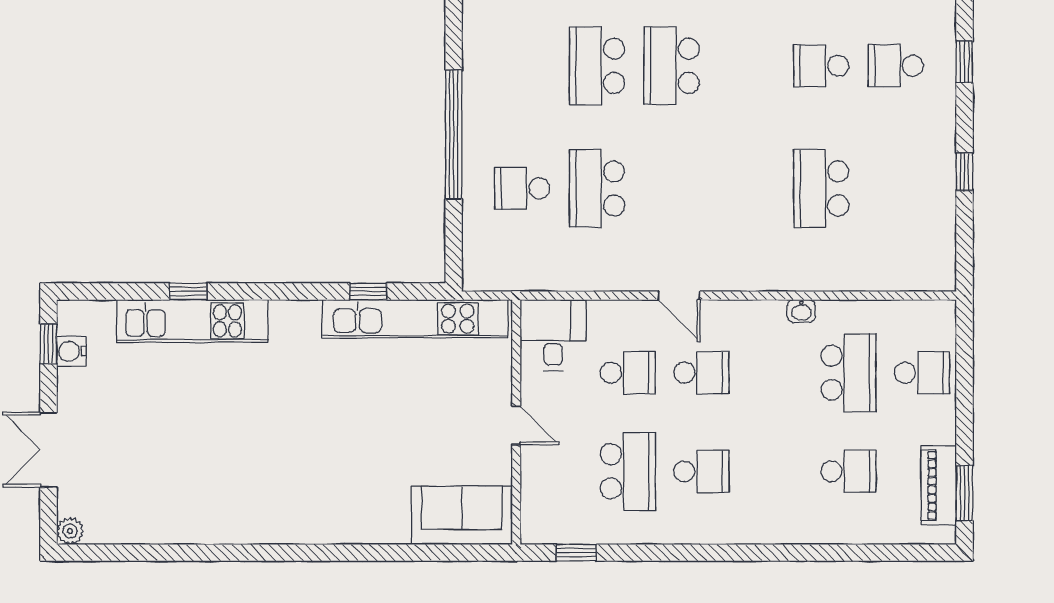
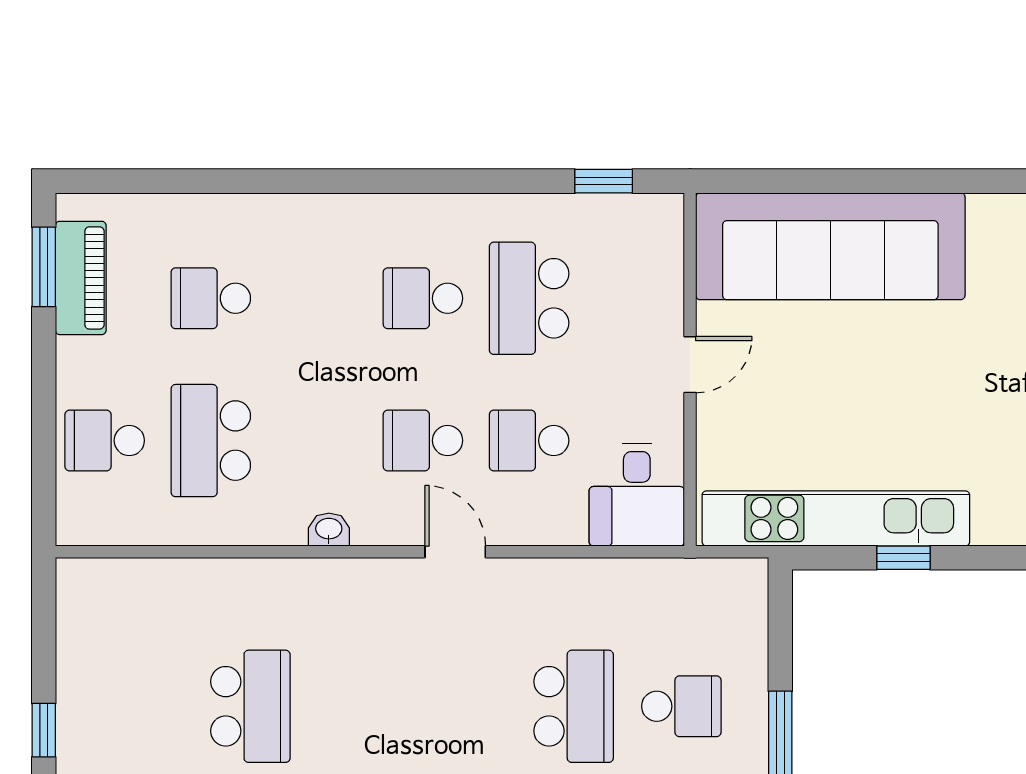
washbasin: (801, 311) -> (329, 530), moved
door: (516, 425) -> (690, 365), swing flipped
sofa: (462, 515) -> (830, 246), width x1.85, depth x1.27

